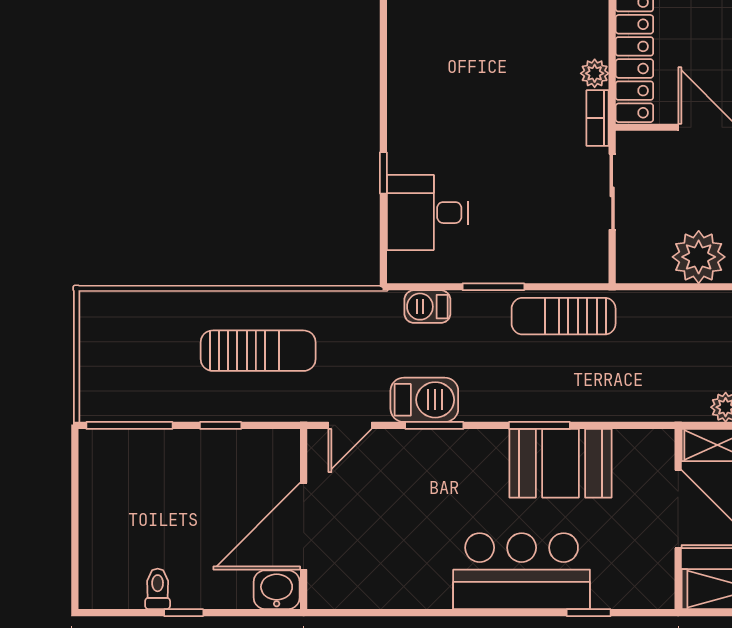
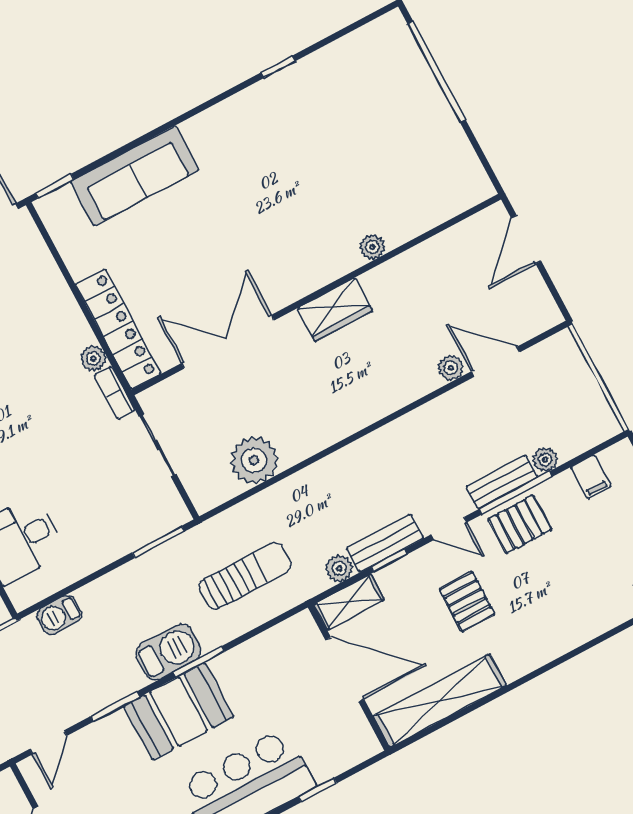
window: (493, 287) -> (158, 542), moved
sun lounger: (564, 316) -> (245, 576), moved, turned 180
barbecue: (424, 400) -> (168, 652), moved
booth: (561, 463) -> (179, 711), moved

